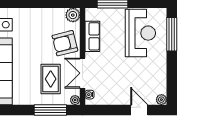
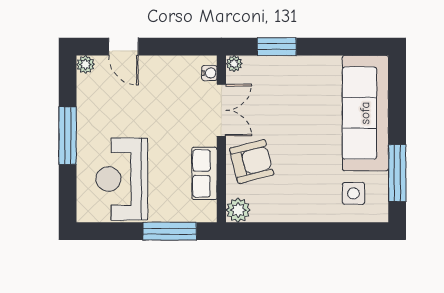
window: (172, 34) -> (68, 136), moved
rug: (51, 79) -> (276, 100), removed
window: (50, 110) -> (277, 47), width x0.69

